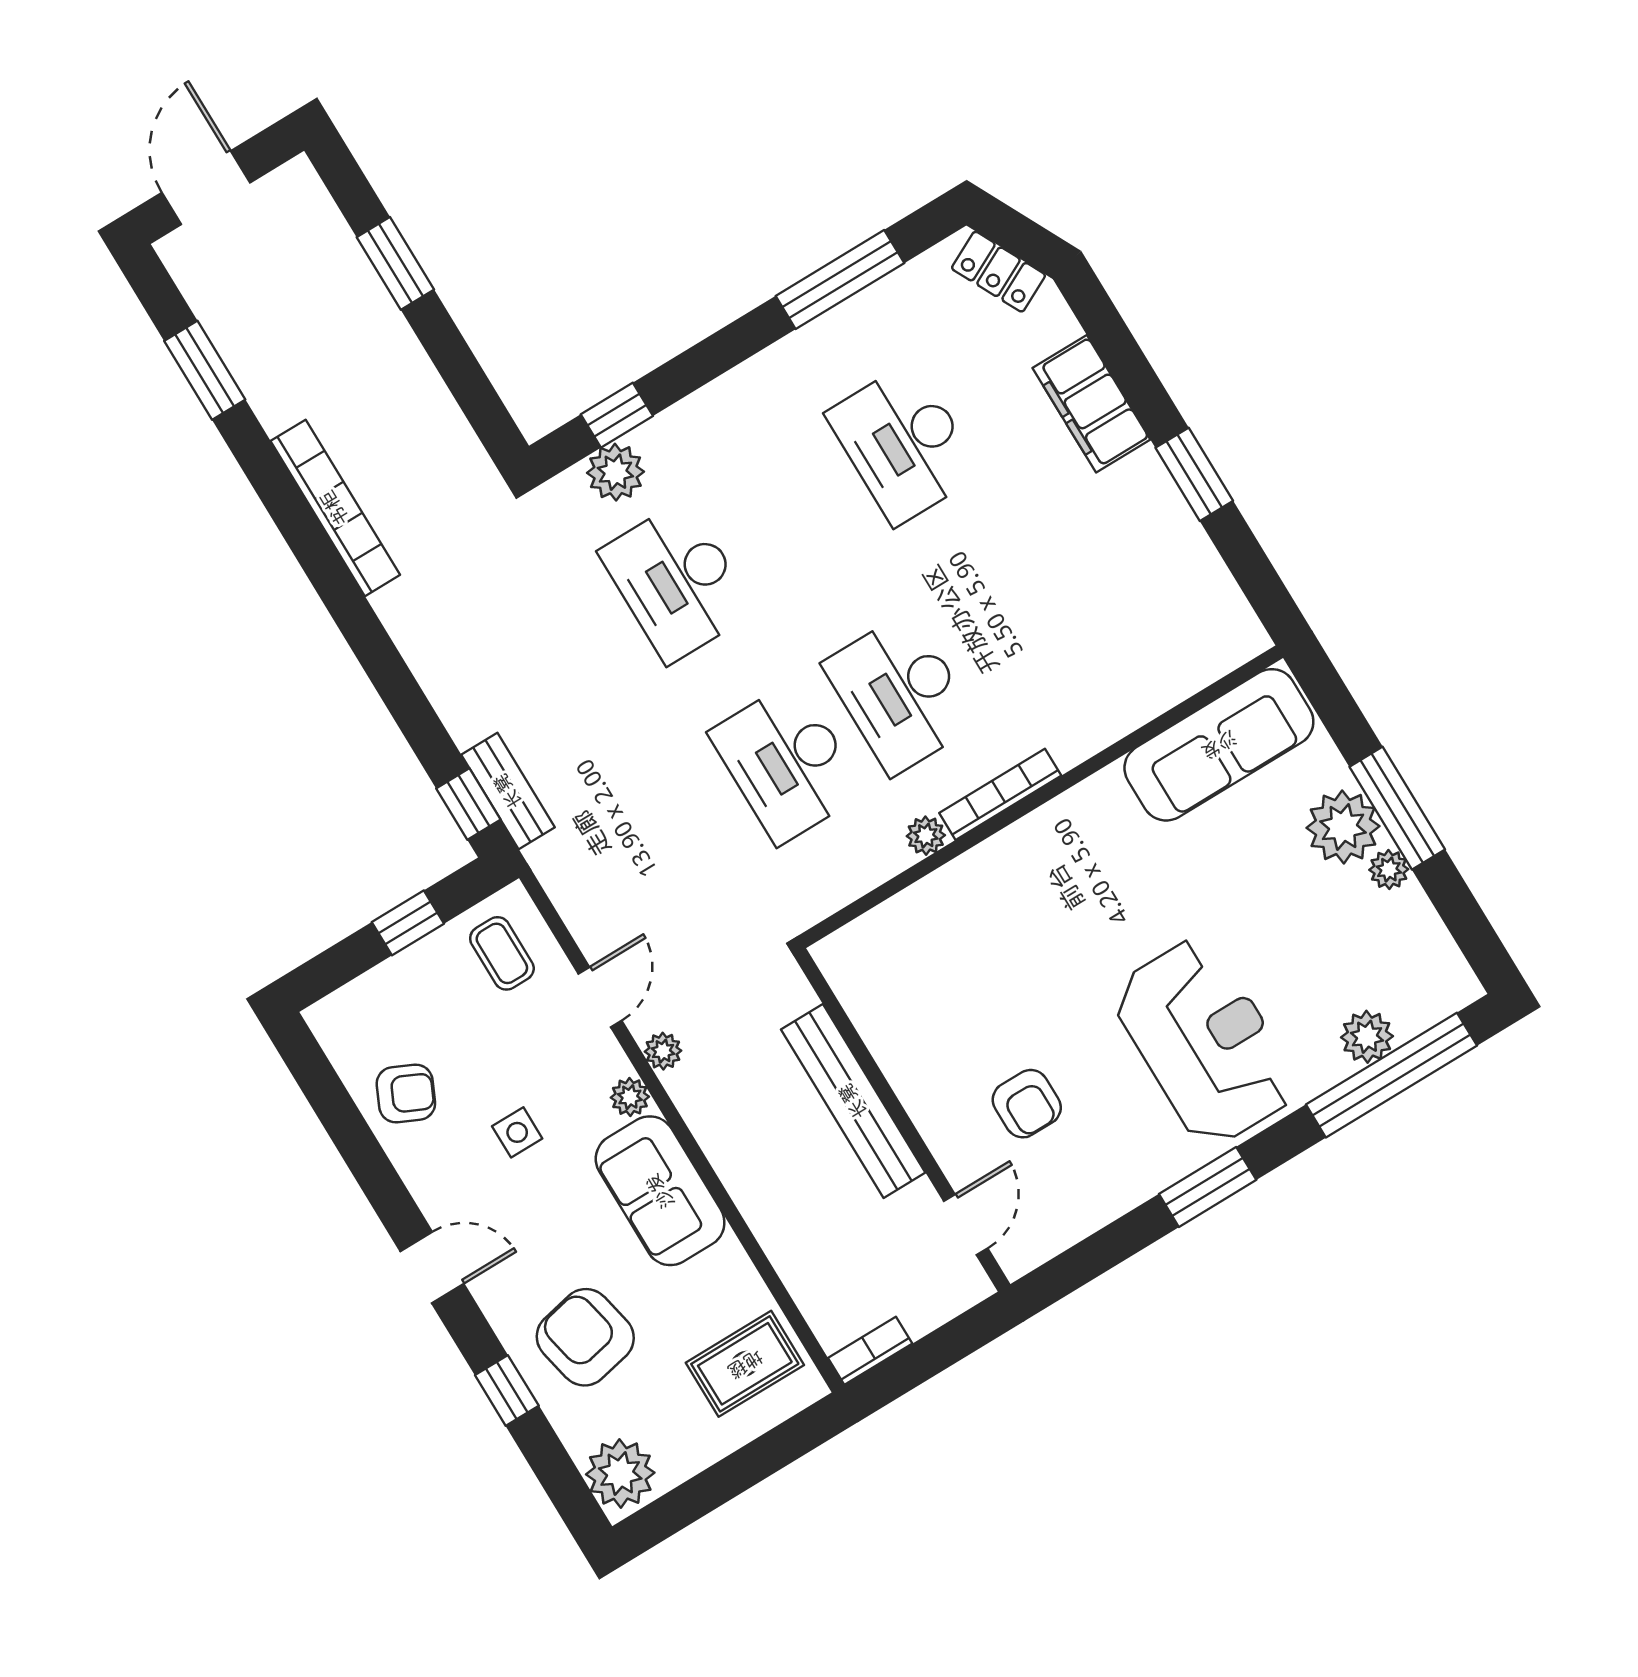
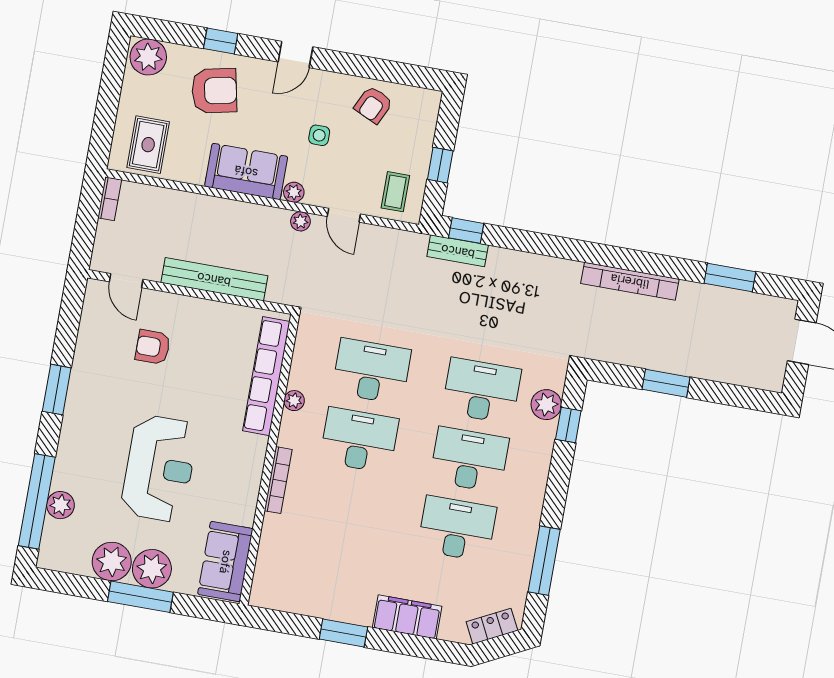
window: (395, 263) -> (666, 383), moved
desk: (790, 513) -> (469, 460), added
sofa: (1219, 745) -> (225, 562), width x0.73
bookcase: (1000, 794) -> (278, 480), moved
plant: (1389, 870) -> (112, 562), width x1.87, depth x1.87
row of seats: (926, 906) -> (266, 376), added
coffee table: (502, 953) -> (395, 192), turned 90
reception desk: (1205, 1042) -> (159, 468), moved, turned -90

